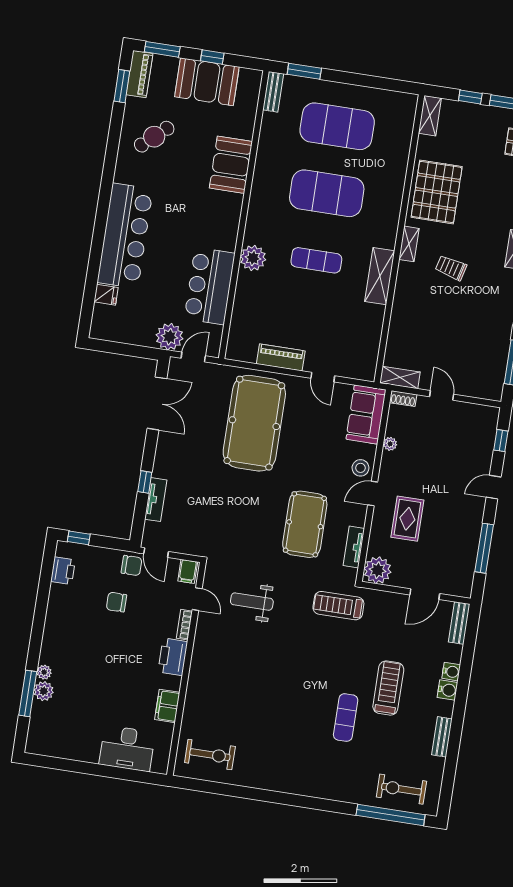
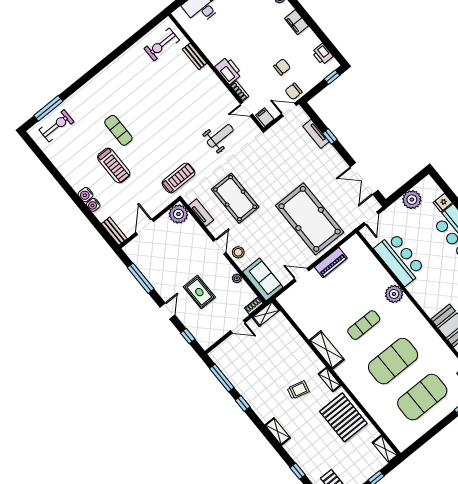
plant: (170, 337) -> (412, 200), moved
rug: (407, 519) -> (199, 292), moved
filing cabinet: (167, 706) -> (297, 22), moved, turned 180
bench: (442, 737) -> (195, 56), moved
window: (391, 815) -> (48, 108), width x0.68

